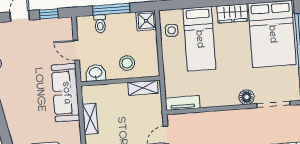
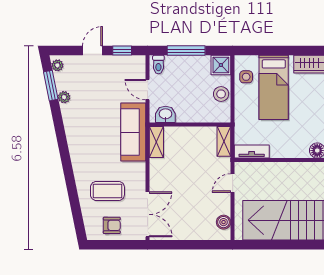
toilet: (100, 24) -> (158, 65), moved
stool: (127, 63) -> (221, 94), moved
shelving: (143, 88) -> (224, 141), moved, turned 90
shelving: (90, 119) -> (156, 142), moved

